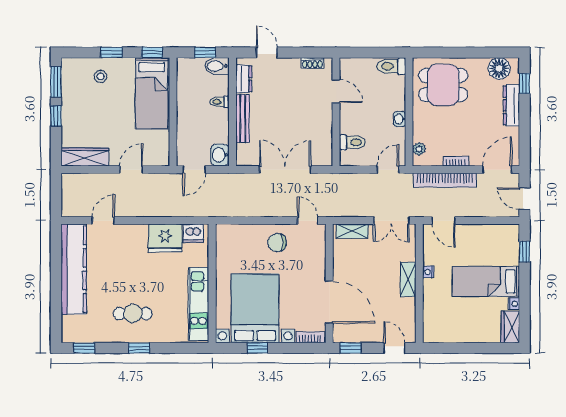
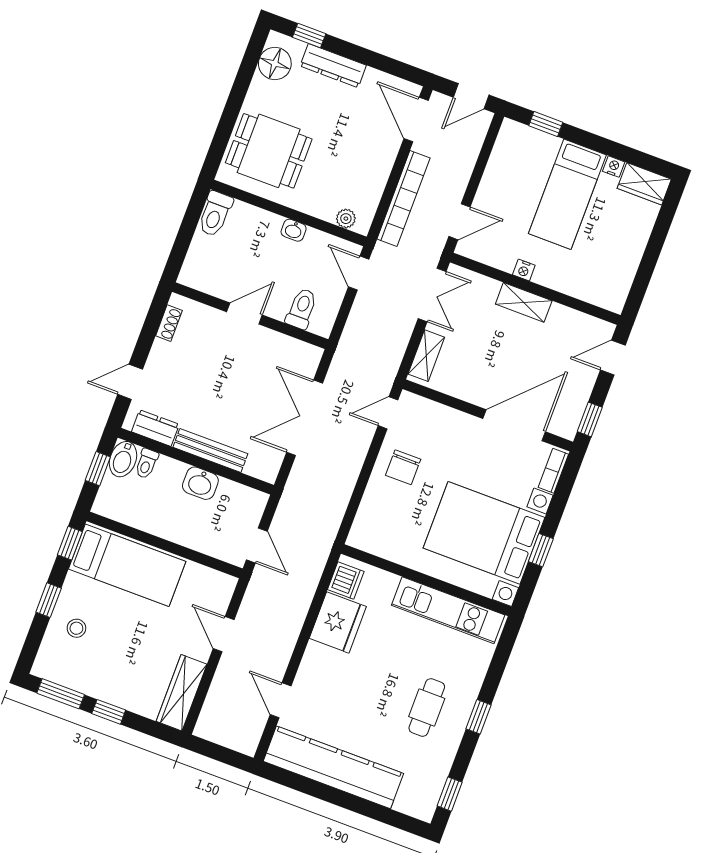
dining table: (443, 85) -> (269, 151), turned 90
door: (336, 91) -> (244, 313), moved
toilet: (220, 102) -> (146, 464), moved
washbasin: (220, 155) -> (200, 483), moved
bookcase: (456, 161) -> (382, 173), removed

